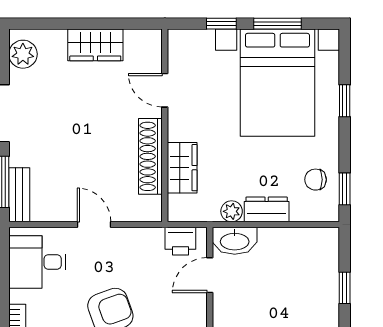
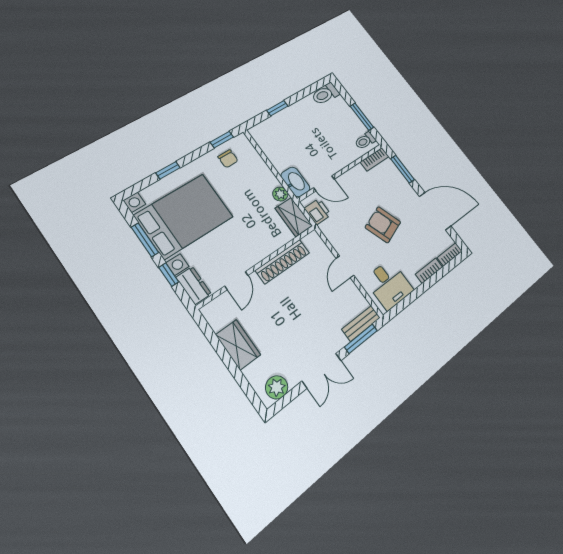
wardrobe: (182, 168) -> (294, 217), moved, turned -90
dresser: (267, 209) -> (194, 286), moved, turned 180

